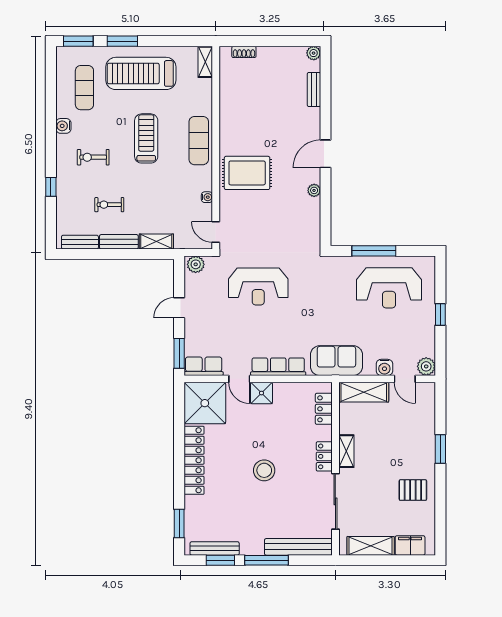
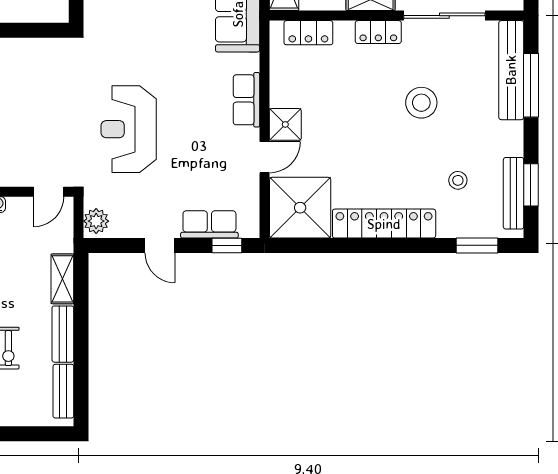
reception desk: (258, 286) -> (129, 129), turned 180
window: (179, 353) -> (227, 245), width x0.67
row of seats: (204, 366) -> (209, 224), moved, turned 90
row of seats: (278, 367) -> (246, 100), width x0.68
stool: (264, 470) -> (421, 103), moved
stool: (223, 511) -> (458, 180), added
window: (267, 560) -> (531, 85), moved

